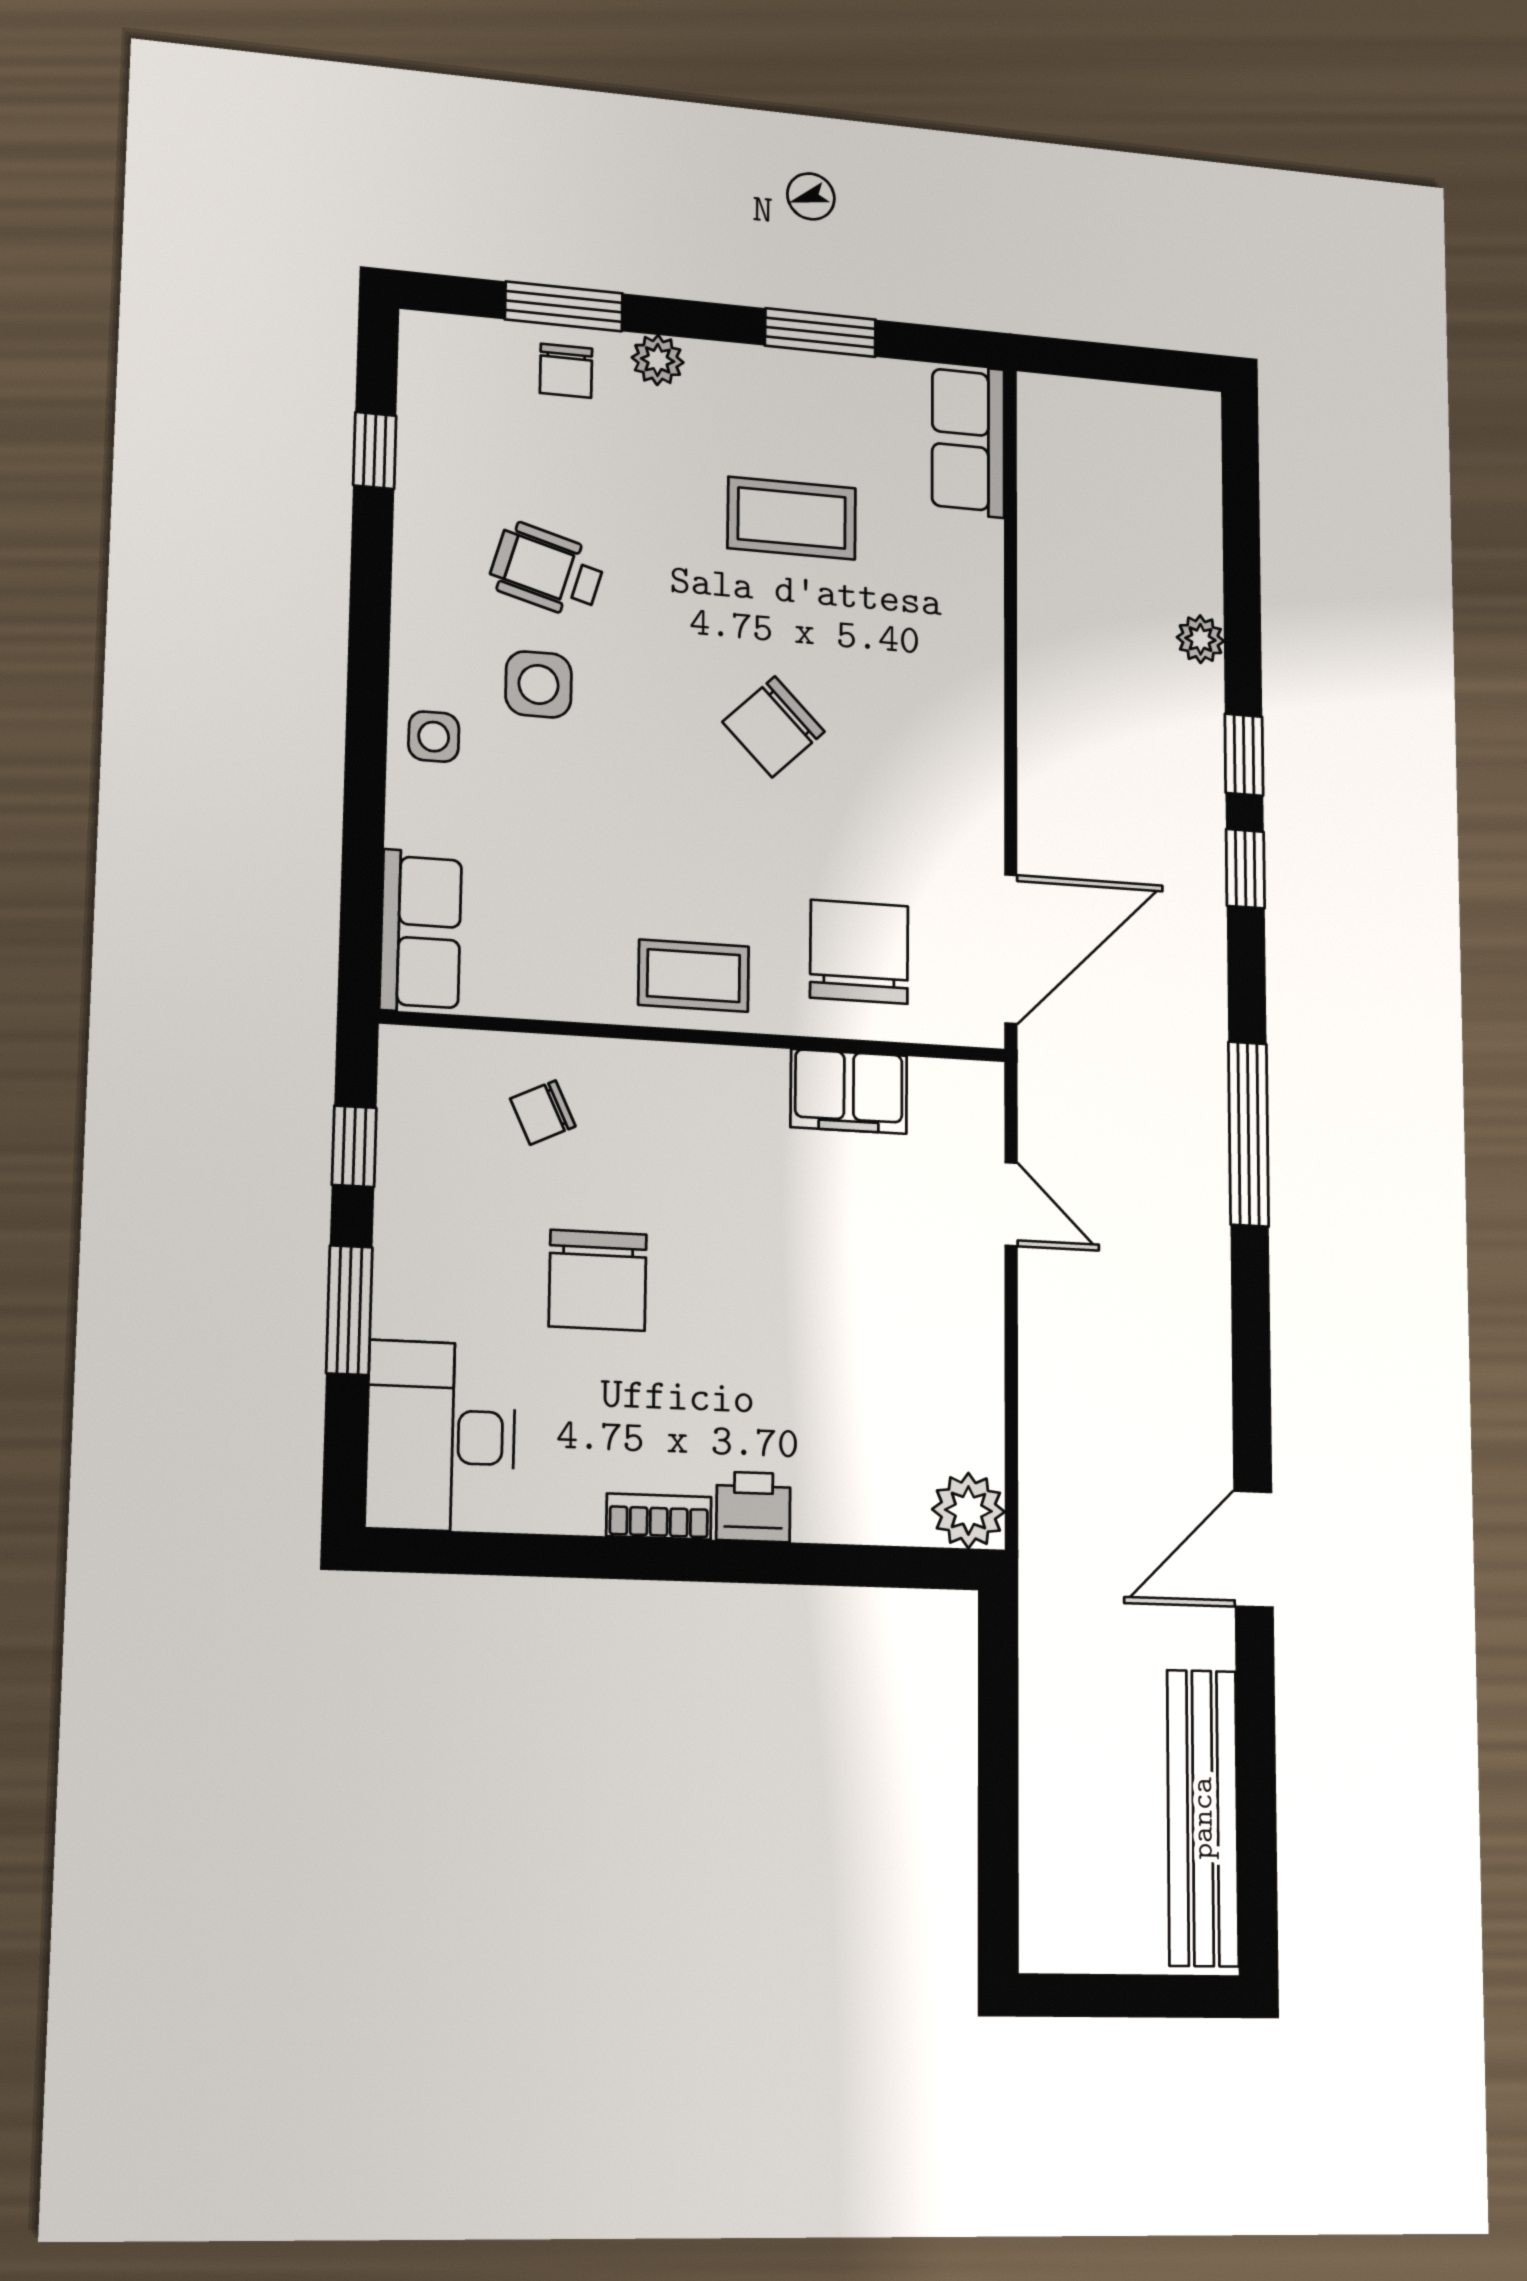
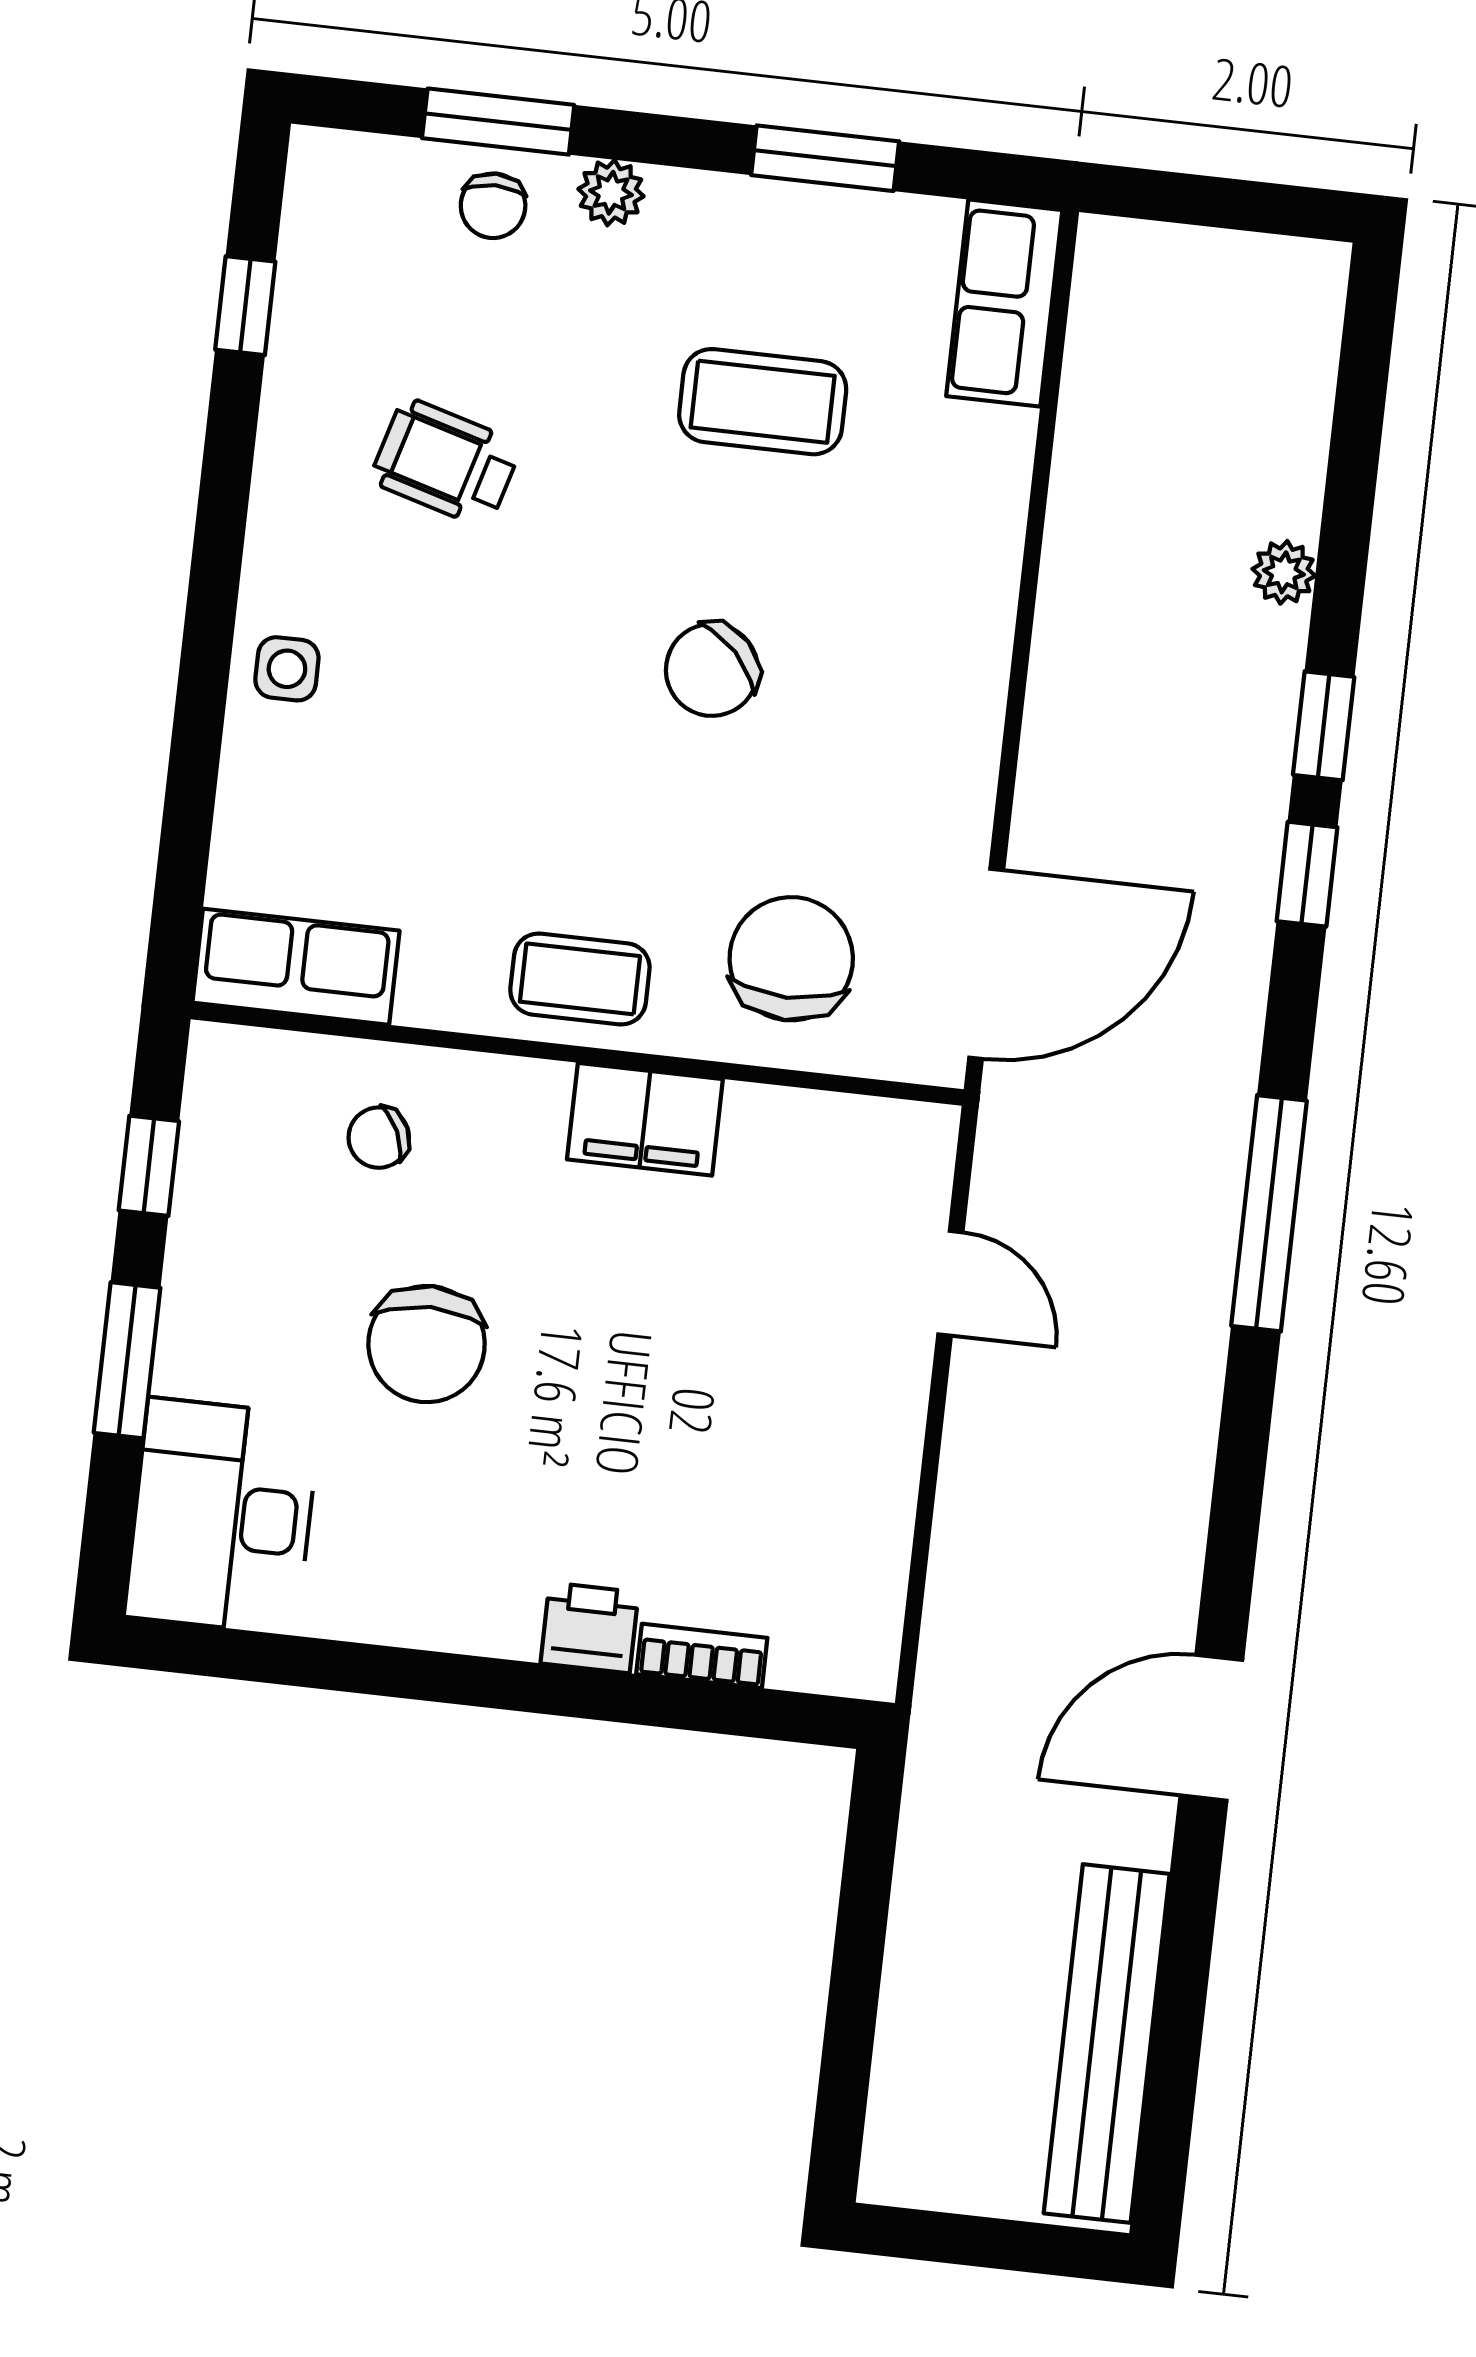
side table: (539, 684) -> (422, 607), removed
row of seats: (421, 932) -> (296, 967), moved, turned -90
filing cabinet: (849, 1091) -> (645, 1119), moved
plant: (968, 1510) -> (855, 1653), removed
bookcase: (659, 1517) -> (702, 1656), moved

